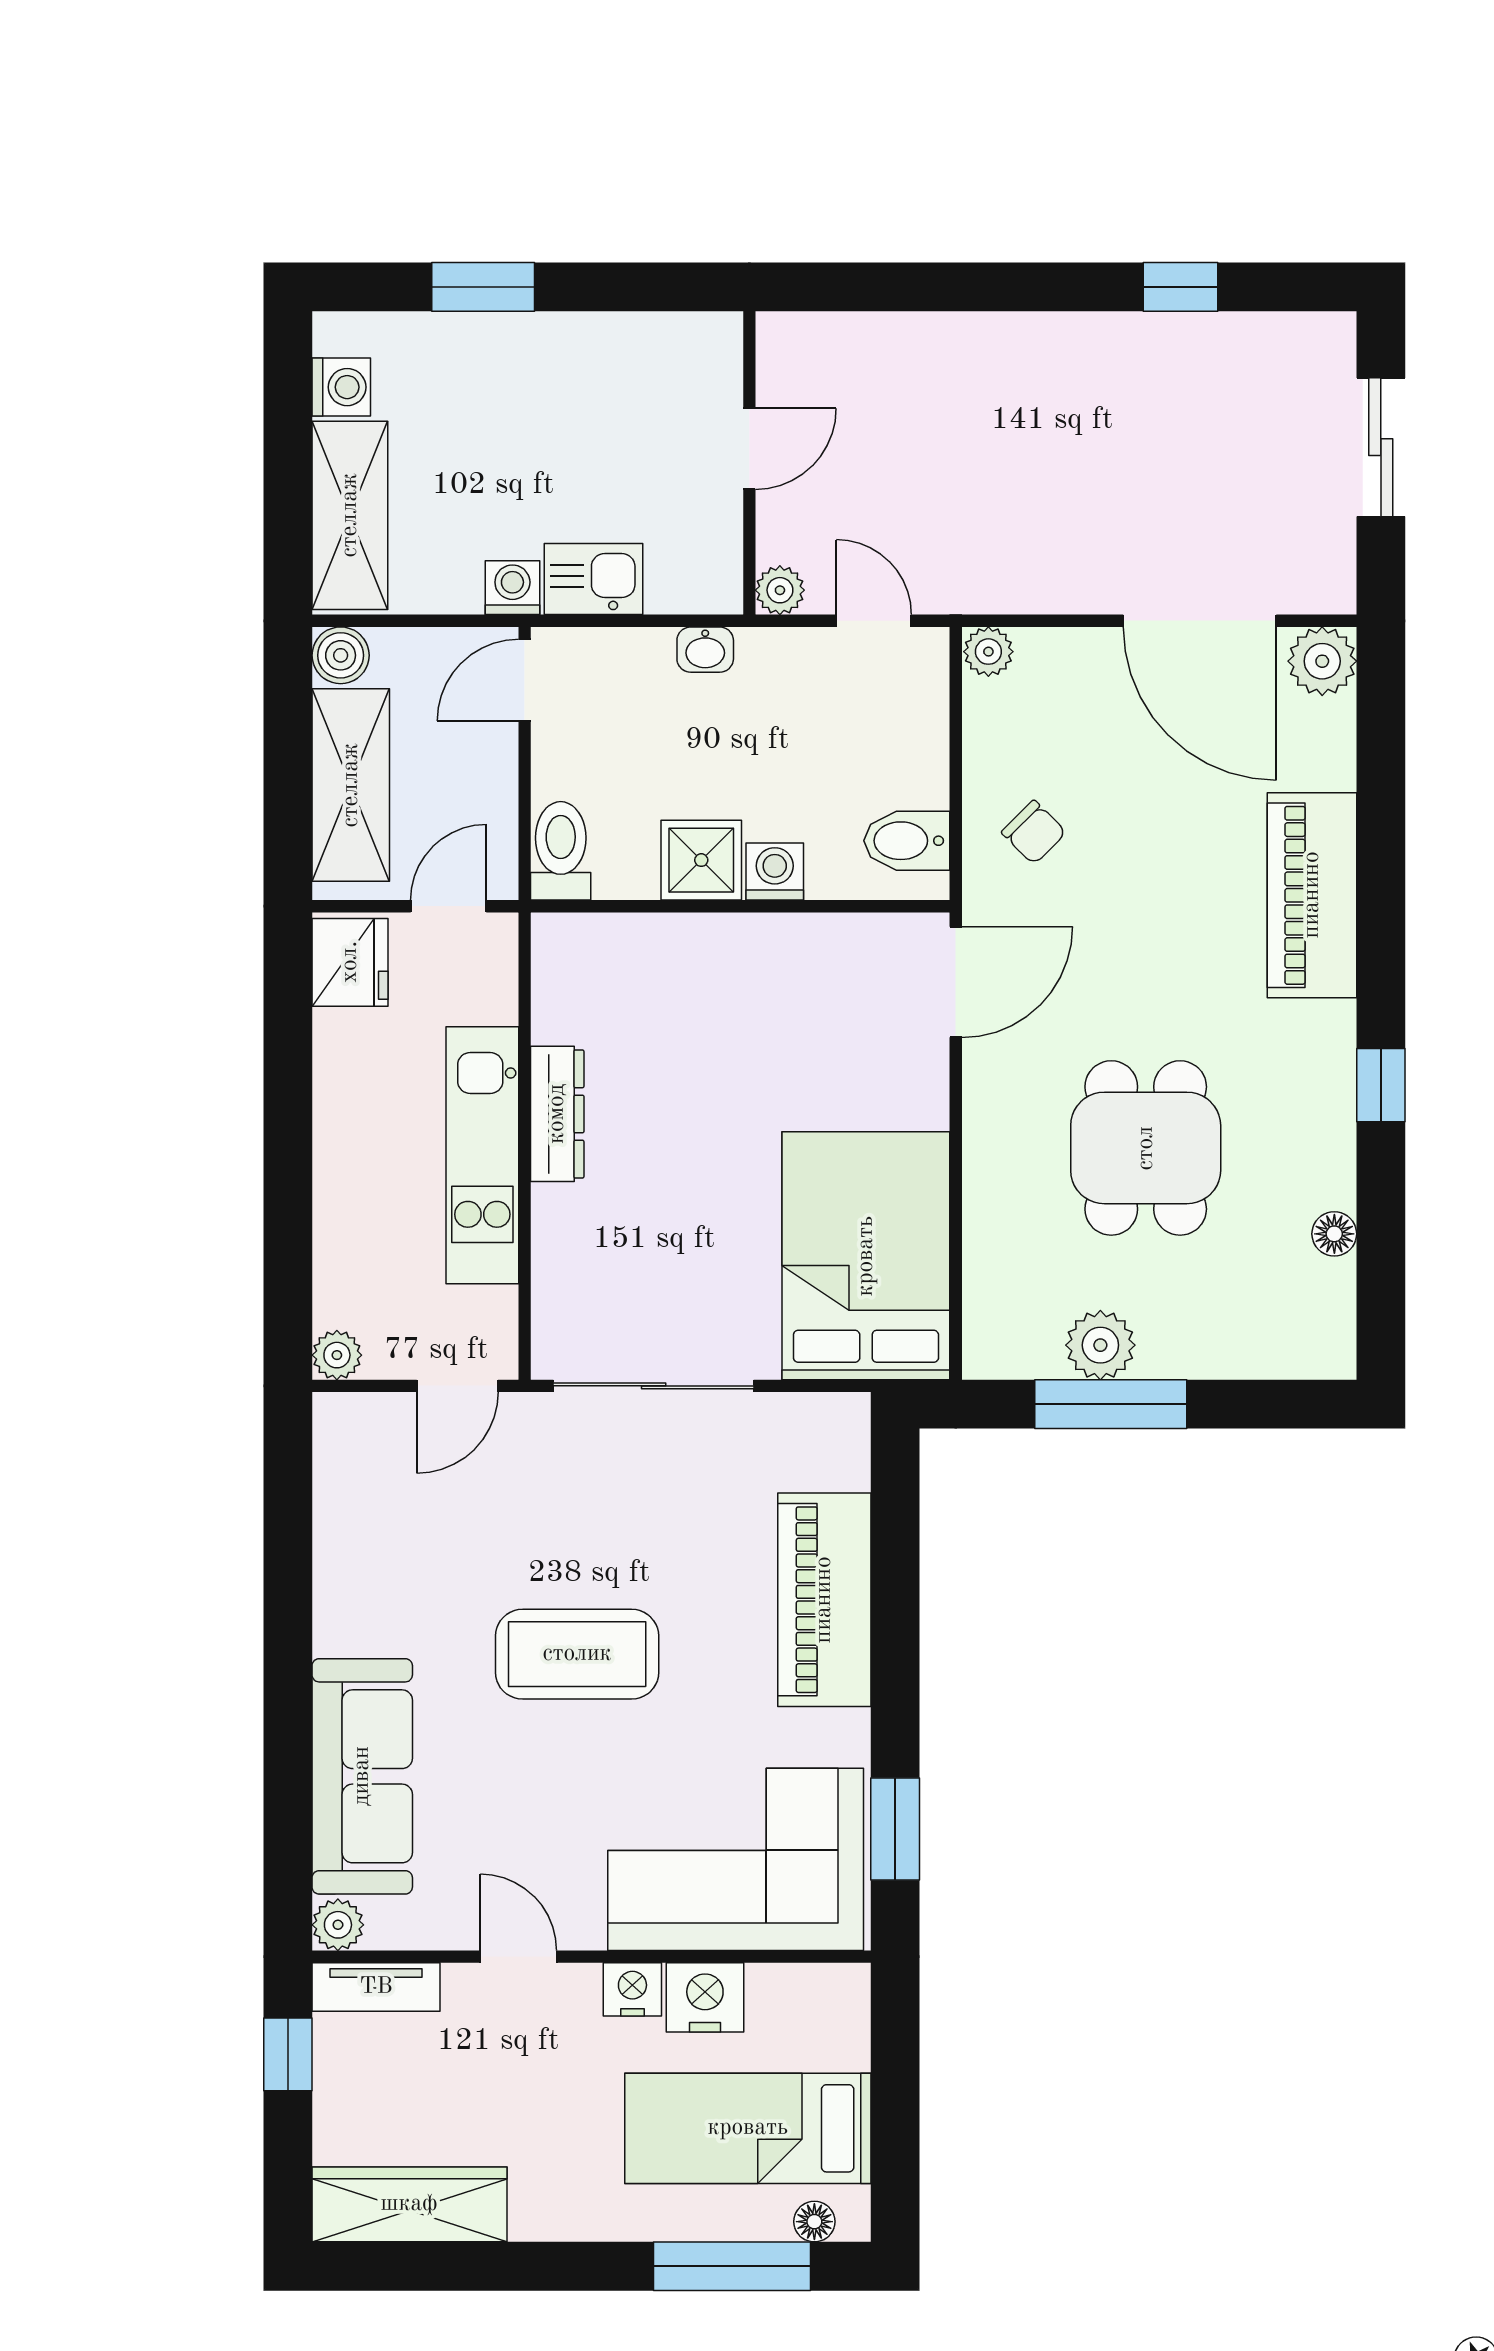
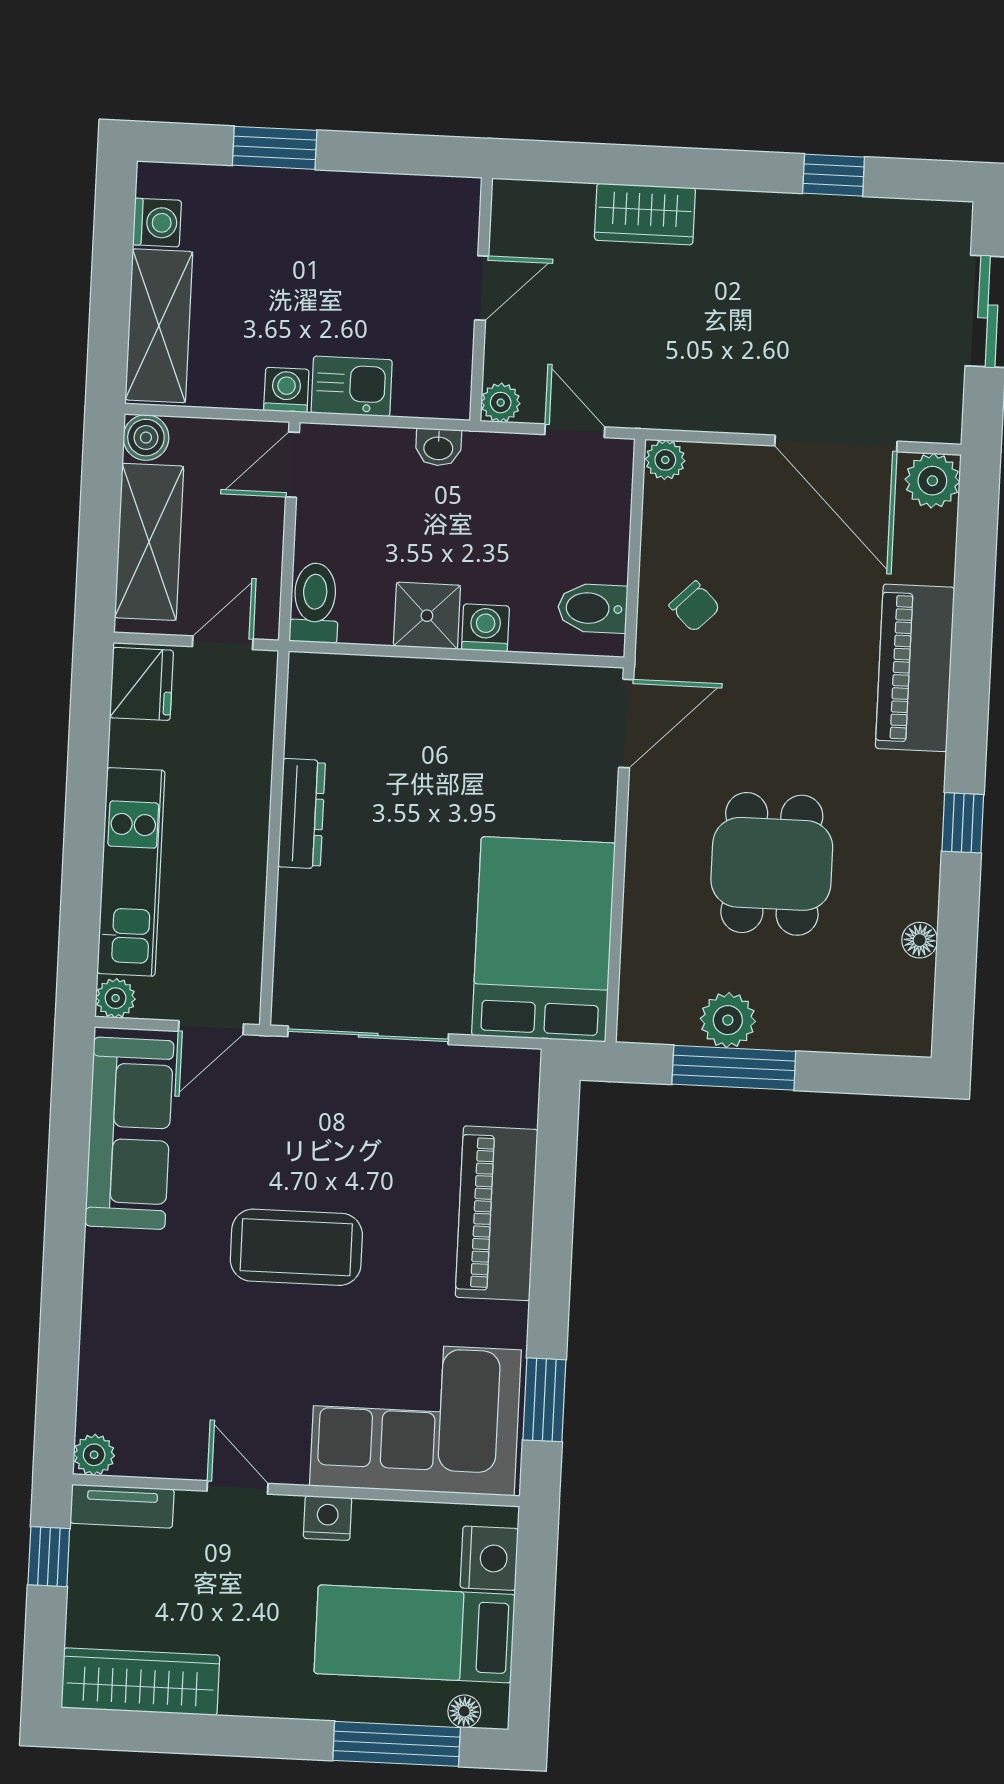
wardrobe: (948, 347) -> (645, 214), added
kitchen unit: (482, 1155) -> (131, 872), moved, turned 180
sofa: (362, 1776) -> (129, 1133), moved
nightstand: (705, 1997) -> (489, 1558), moved, turned 90

